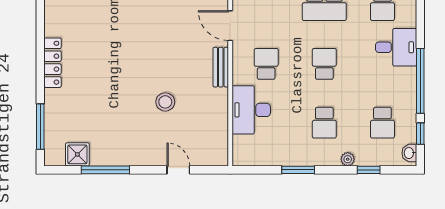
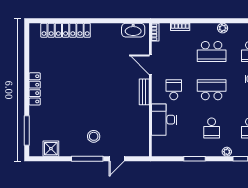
school desk: (324, 64) -> (212, 90), width x1.85
stool: (165, 102) -> (94, 136), moved
window: (105, 170) -> (87, 159), moved
door: (178, 170) -> (117, 159), swing flipped

